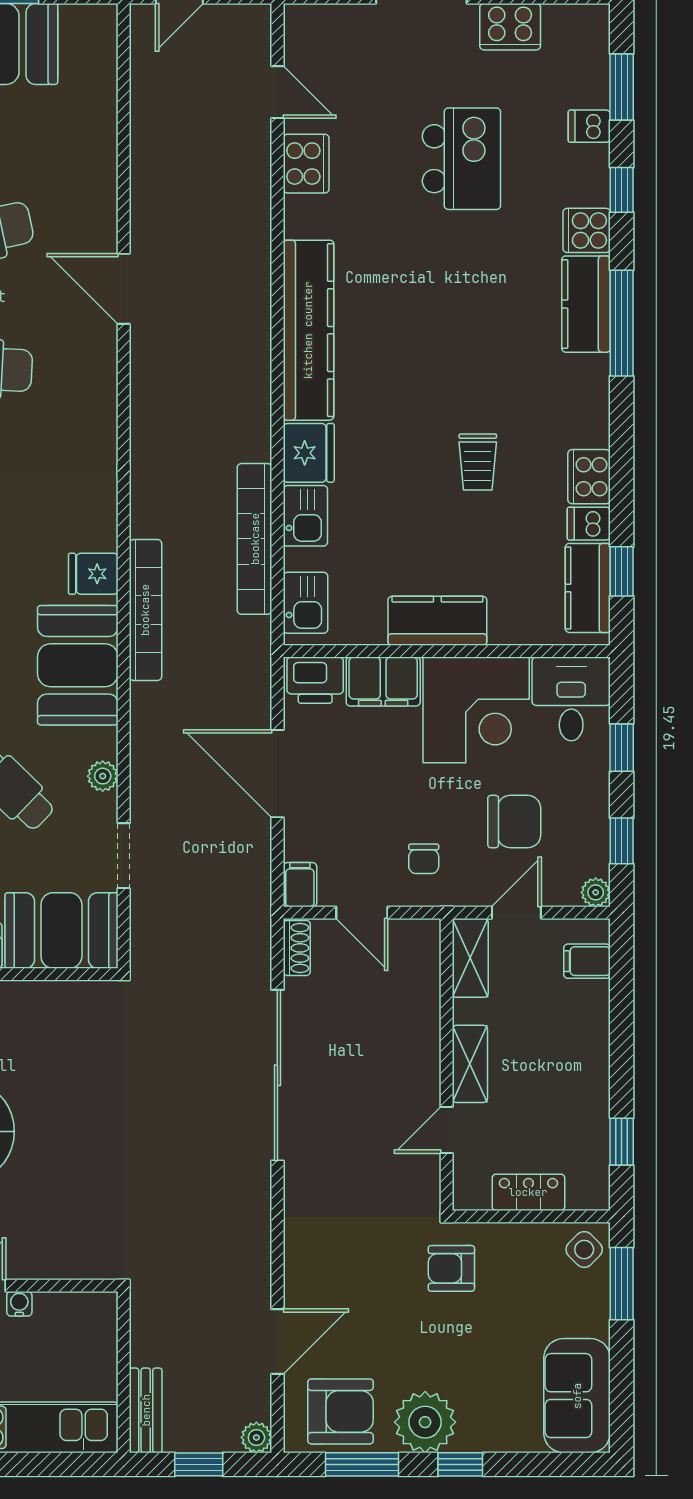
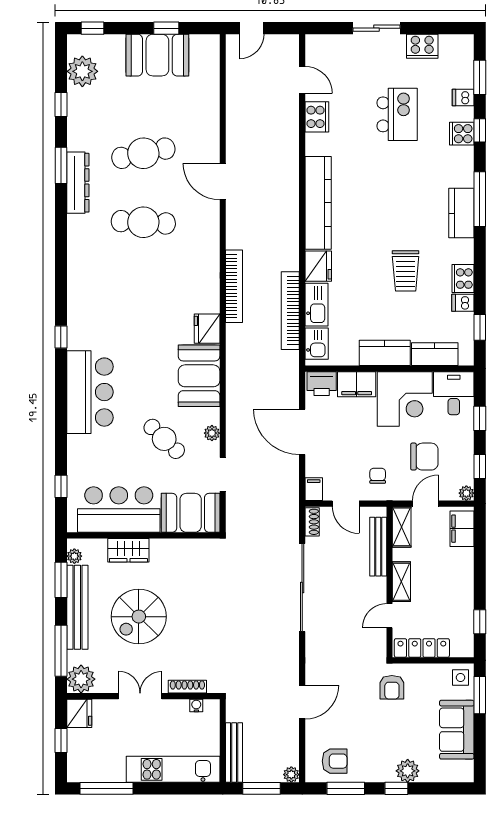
cooker: (587, 230) -> (462, 134), moved
kitchen counter: (586, 304) -> (461, 213), moved
trolley: (478, 462) -> (406, 271), width x1.36, depth x1.39
kitchen sink: (305, 516) -> (317, 305), width x1.38
fridge: (93, 574) -> (207, 329), width x1.38
kitchen counter: (588, 588) -> (435, 354), moved, turned 90
bookcase: (145, 610) -> (234, 286), moved
chair: (424, 859) -> (378, 476), turned 180
filing cabinet: (587, 961) -> (462, 529), width x2.00
bench: (425, 996) -> (378, 547), added
locker: (528, 1192) -> (422, 648), width x1.53
side table: (584, 1250) -> (460, 677), turned 45
shoe rack: (55, 1267) -> (187, 687), added
armchair: (451, 1268) -> (392, 687), turned -90
water cooler: (19, 1304) -> (196, 706), moved
door: (277, 1341) -> (302, 702), moved
sofa: (577, 1396) -> (457, 730), moved
bench: (146, 1410) -> (234, 753), width x1.36
armchair: (340, 1411) -> (335, 761), width x0.72, depth x0.72
plant: (425, 1422) -> (408, 771), moved, width x0.73, depth x0.73
window: (199, 1464) -> (261, 788), width x1.50

